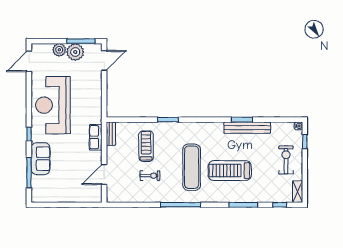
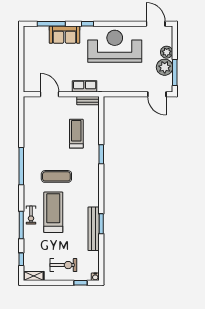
treadmill: (146, 146) -> (76, 134), turned -90
exercise mat: (192, 167) -> (56, 176), width x0.73, depth x0.69
exercise bike: (150, 176) -> (31, 215), moved

